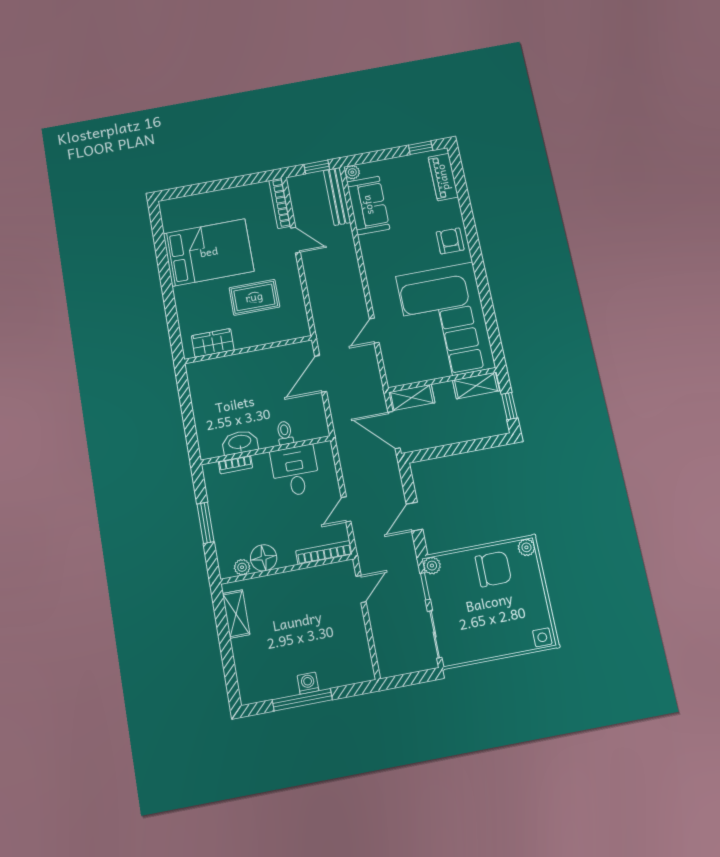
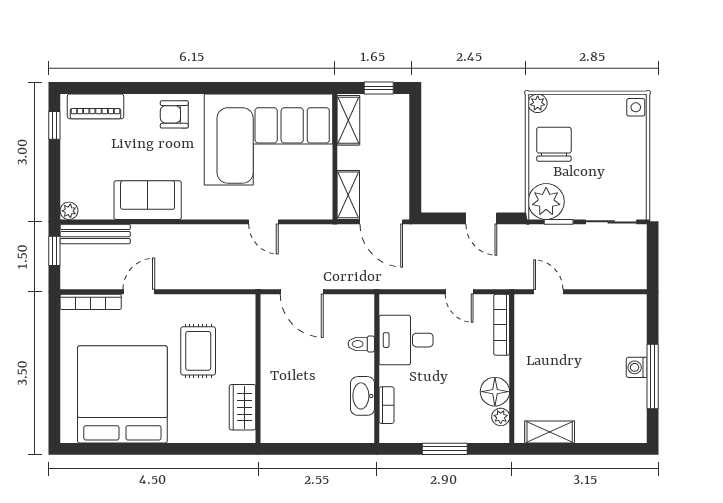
sofa: (368, 205) -> (148, 200), moved
bed: (209, 252) -> (122, 394), width x1.36
door: (394, 430) -> (381, 222), hinge flipped
plant: (432, 566) -> (546, 202), width x1.88, depth x1.88

